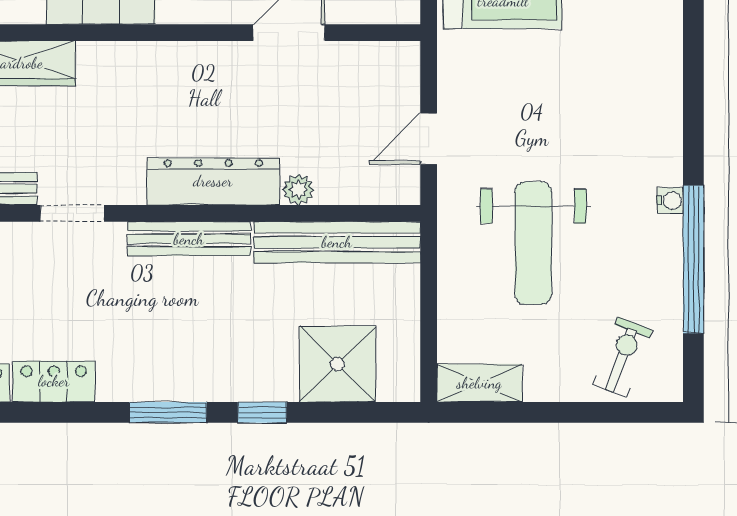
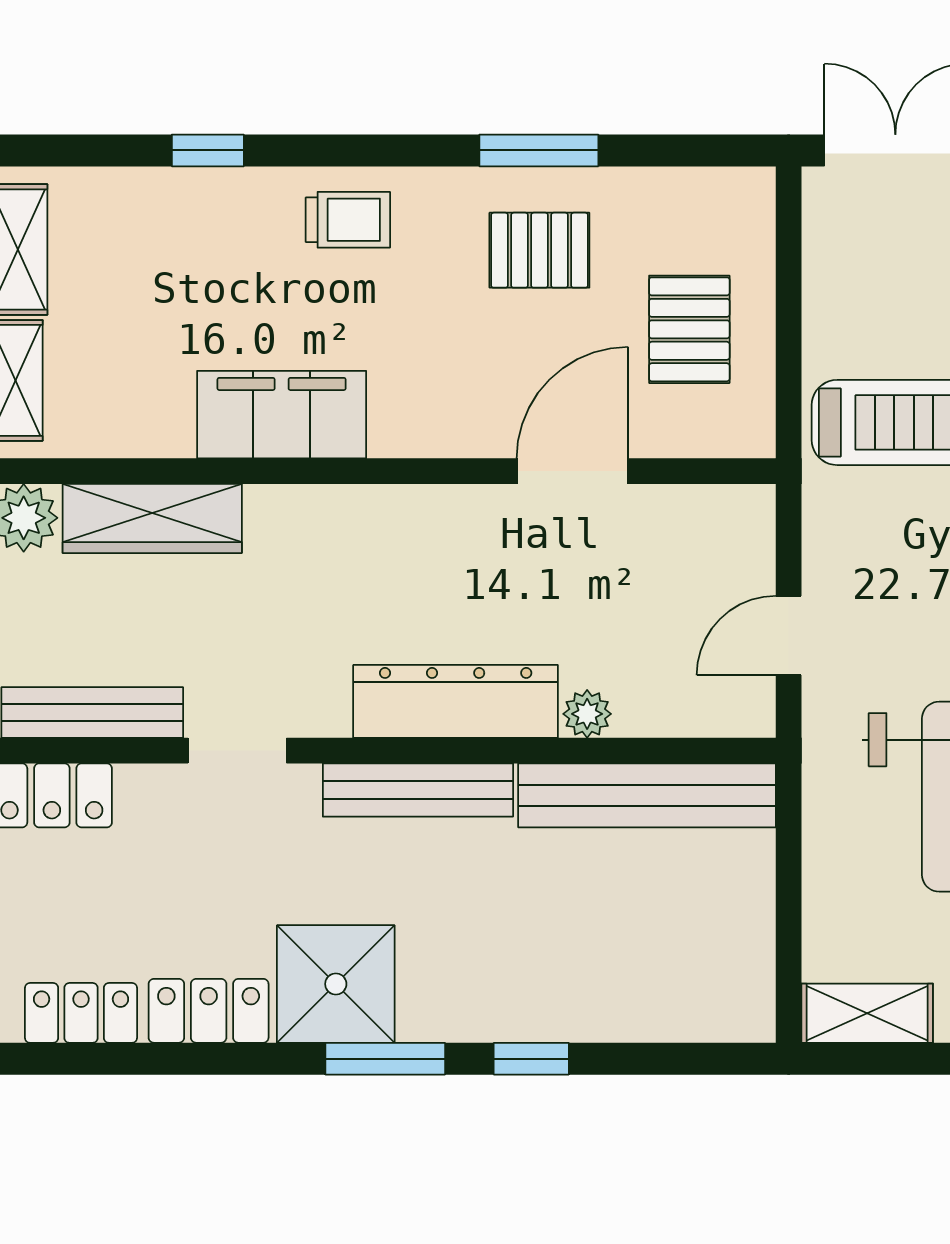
shower: (337, 364) -> (336, 984), moved

